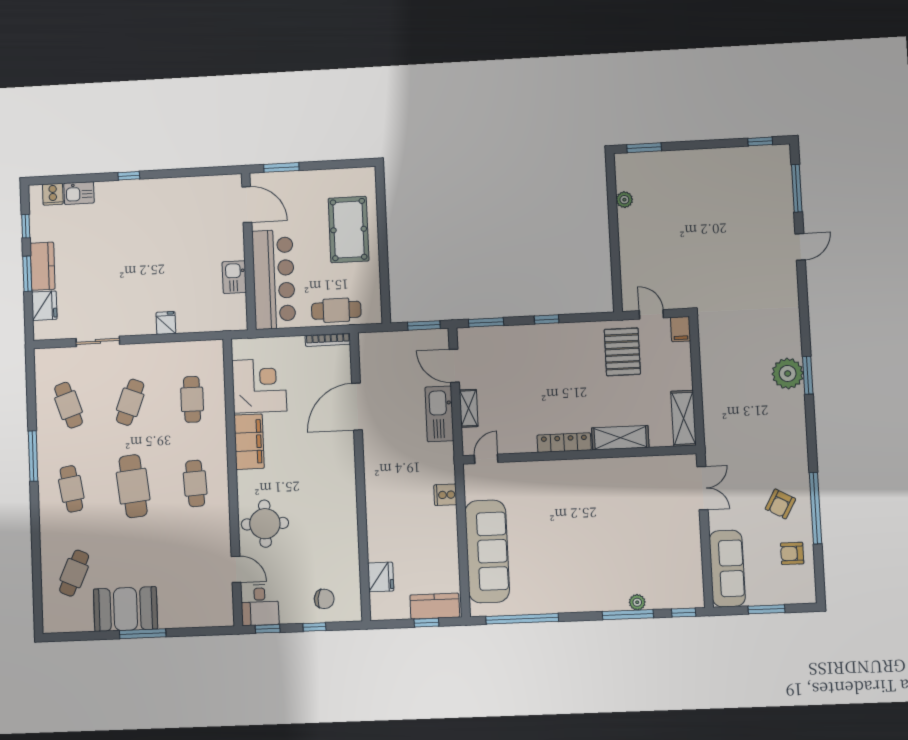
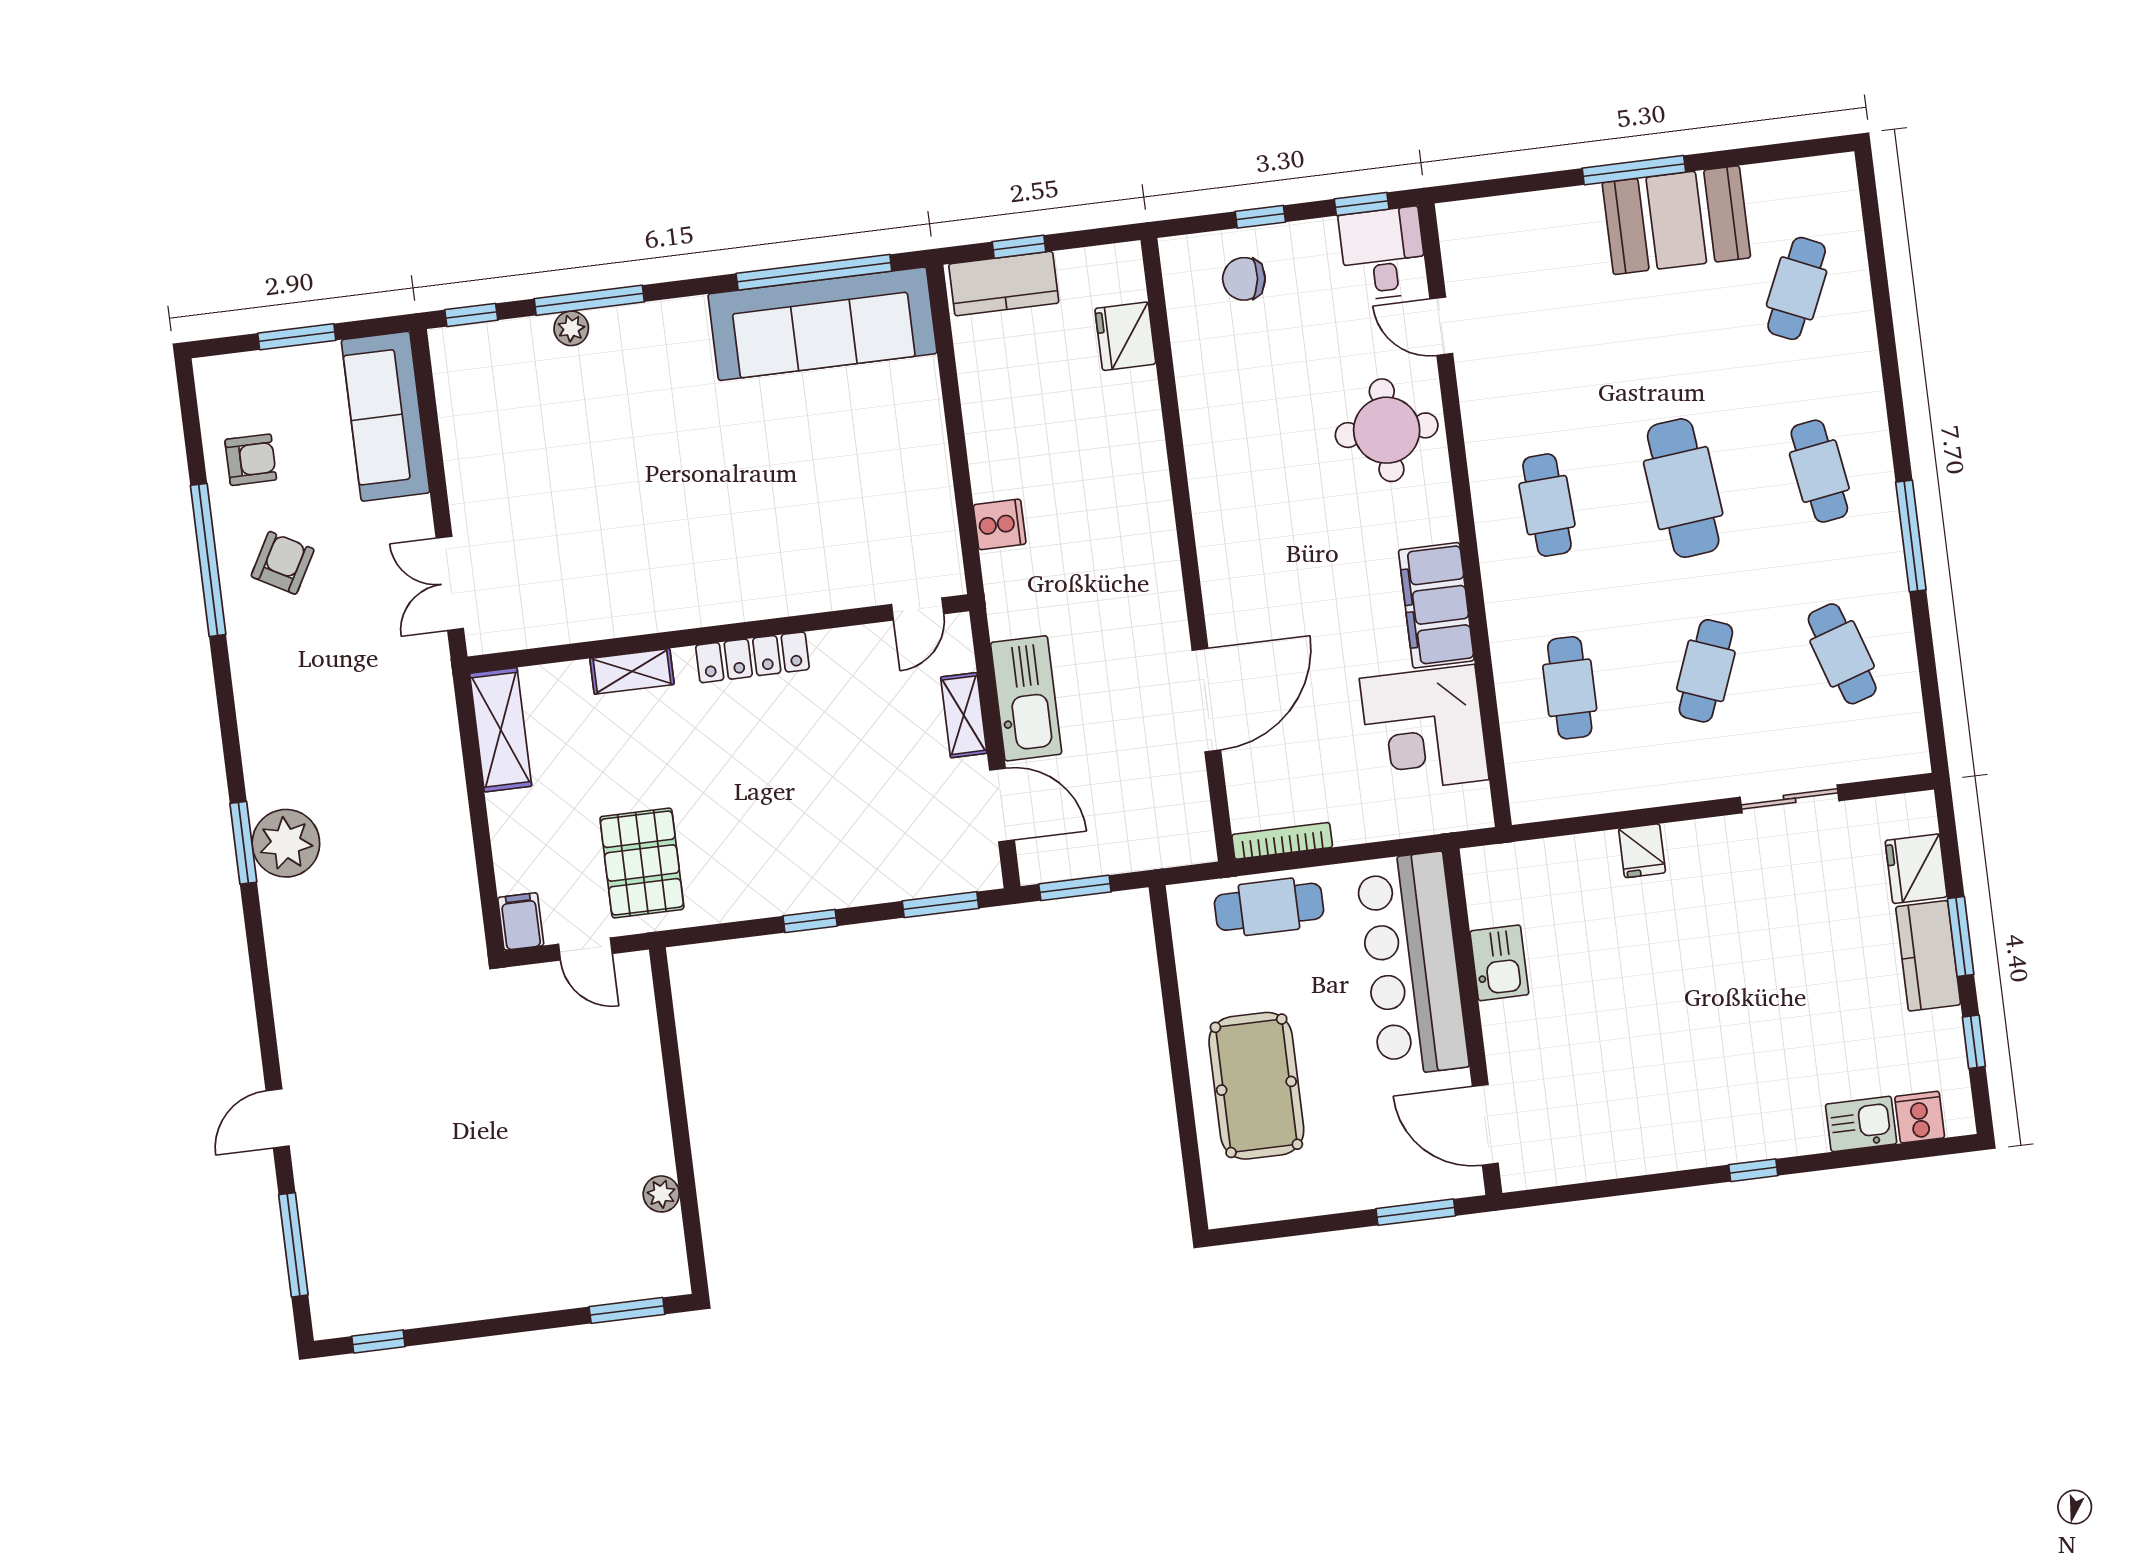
shelving: (620, 438) -> (632, 671), width x0.67, depth x0.75
sofa: (487, 551) -> (822, 324), moved, turned -90

